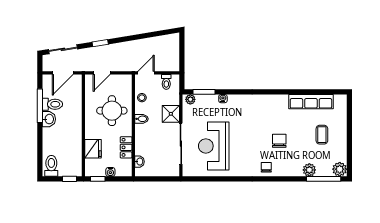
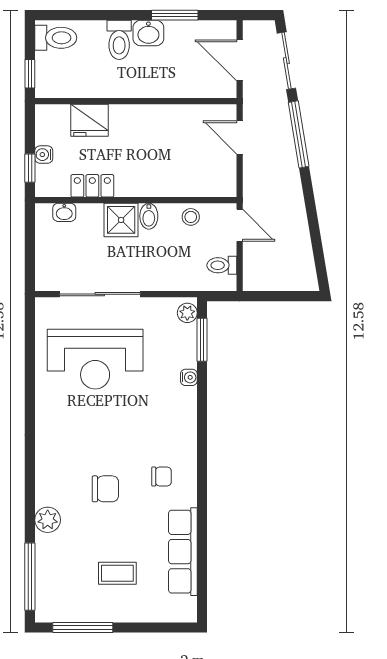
window: (100, 43) -> (299, 134), width x2.17
toilet: (52, 104) -> (119, 40), moved
window: (40, 106) -> (175, 15), width x0.69
round table: (112, 111) -> (165, 158), removed
shower: (171, 114) -> (121, 220), moved
reception desk: (214, 146) -> (95, 359), turned 180
window: (349, 152) -> (83, 627), added
chair: (266, 167) -> (162, 476), moved
plant: (340, 169) -> (49, 608), removed
plant: (309, 170) -> (48, 520), moved
window: (98, 179) -> (30, 168), moved

